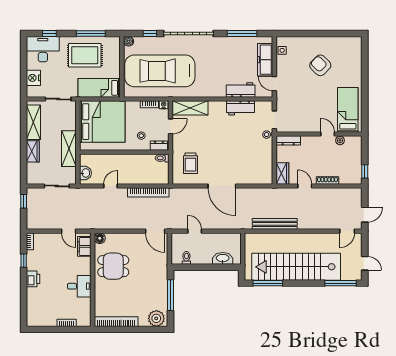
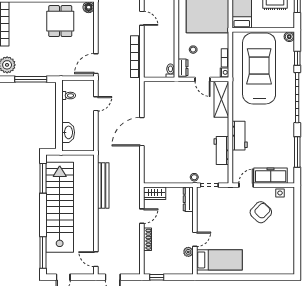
armchair: (320, 65) -> (261, 212), moved
workbench: (241, 90) -> (240, 136), moved
trolley: (190, 163) -> (165, 100), removed

